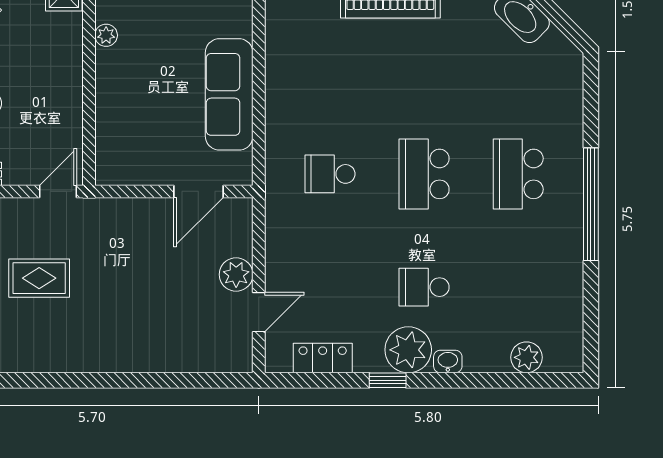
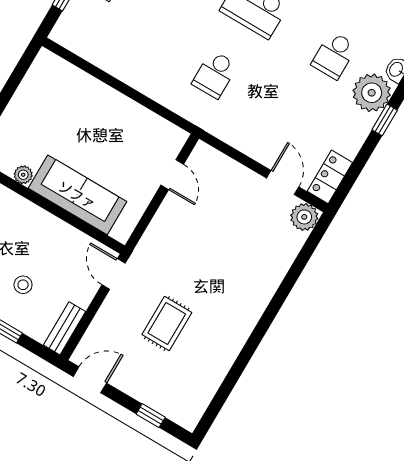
sofa: (229, 94) -> (77, 195), moved, turned 180
door: (199, 191) -> (172, 175), width x0.73
plant: (236, 275) -> (304, 217), moved
locker: (323, 358) -> (330, 177), moved

